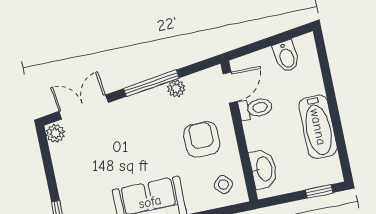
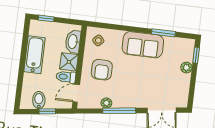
window: (267, 43) -> (47, 111), added
plant: (55, 133) -> (186, 68), moved
shower: (259, 134) -> (69, 62), added

